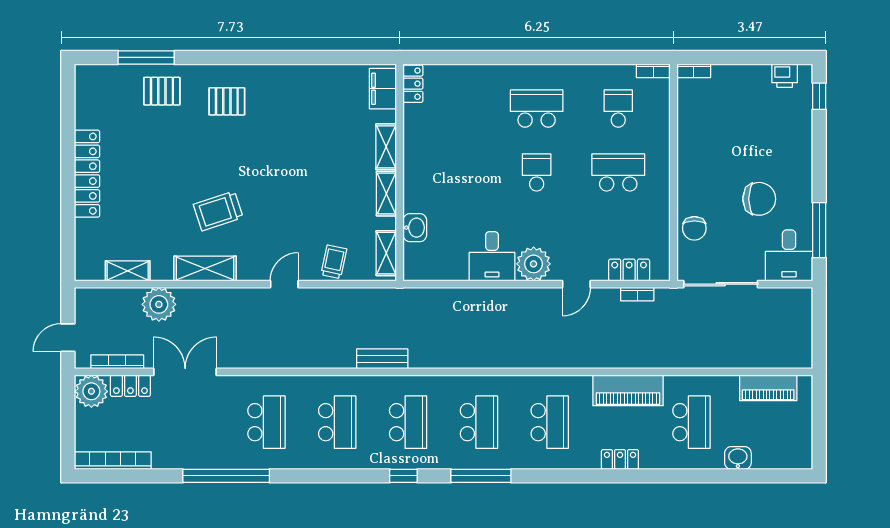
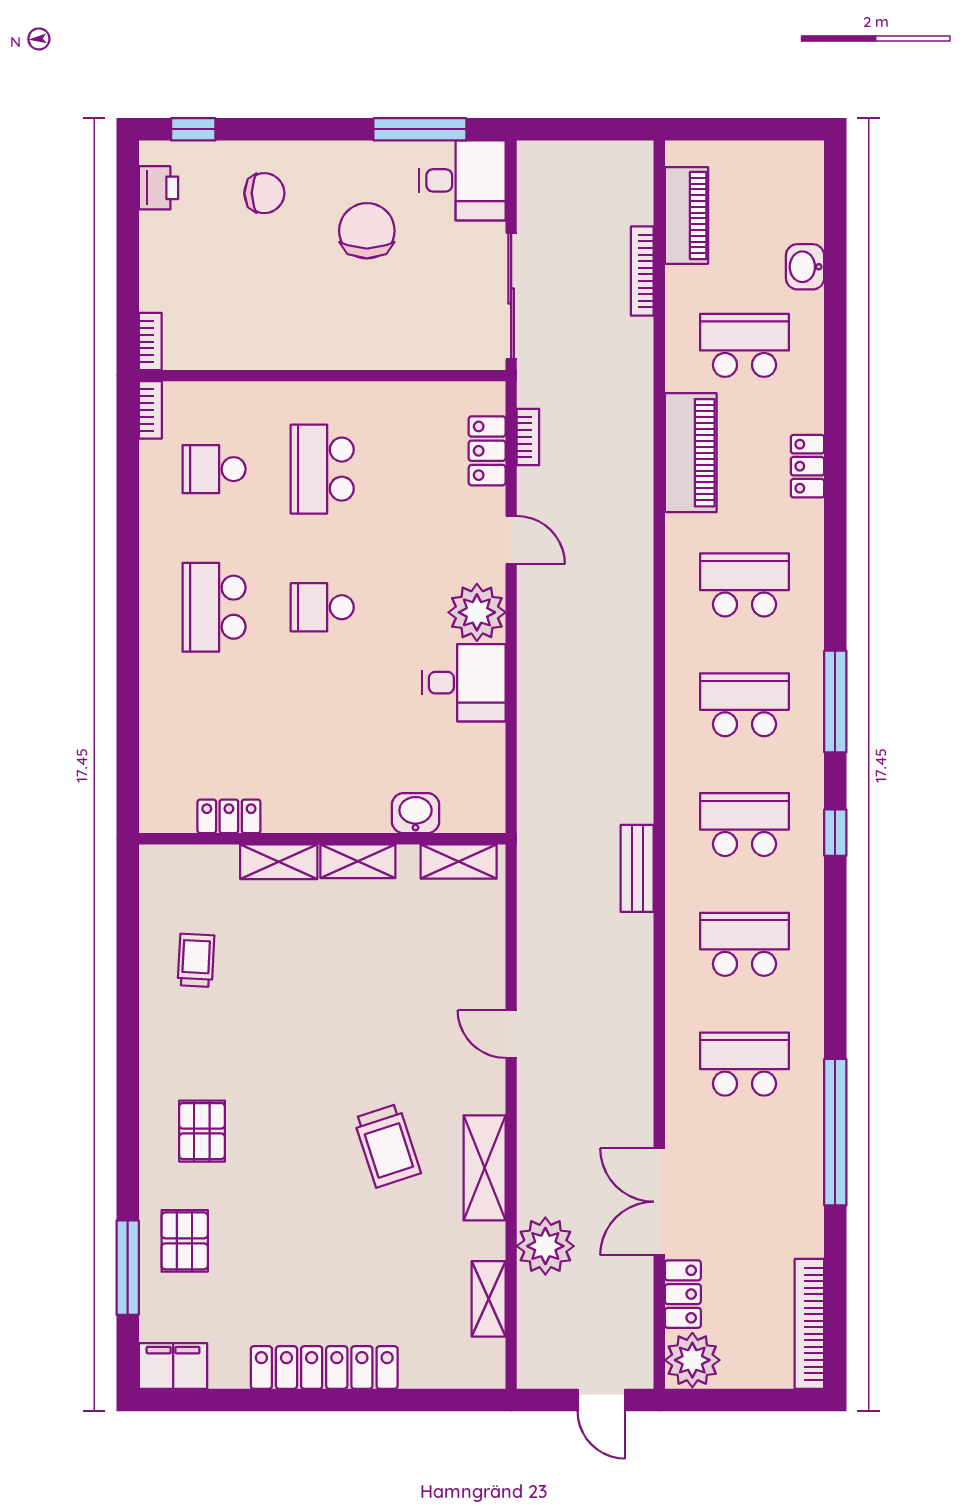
locker: (413, 84) -> (229, 816), moved
filing cabinet: (383, 89) -> (173, 1366), moved, turned 180
chair: (694, 228) -> (264, 193), moved
trolley: (334, 262) -> (196, 960), moved, turned 81
bookcase: (117, 362) -> (642, 271), moved

